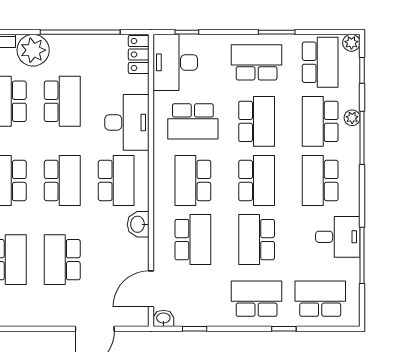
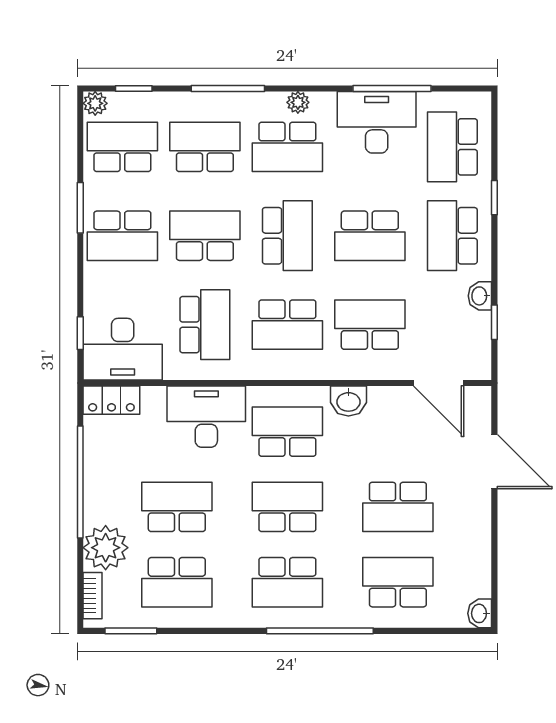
school desk: (257, 62) -> (122, 236), turned -90
plant: (352, 118) -> (298, 102), moved
school desk: (320, 121) -> (205, 147), turned 180
school desk: (257, 180) -> (287, 236), turned 90
desk: (338, 237) -> (377, 122), width x1.37
washbasin: (163, 318) -> (480, 296), moved

